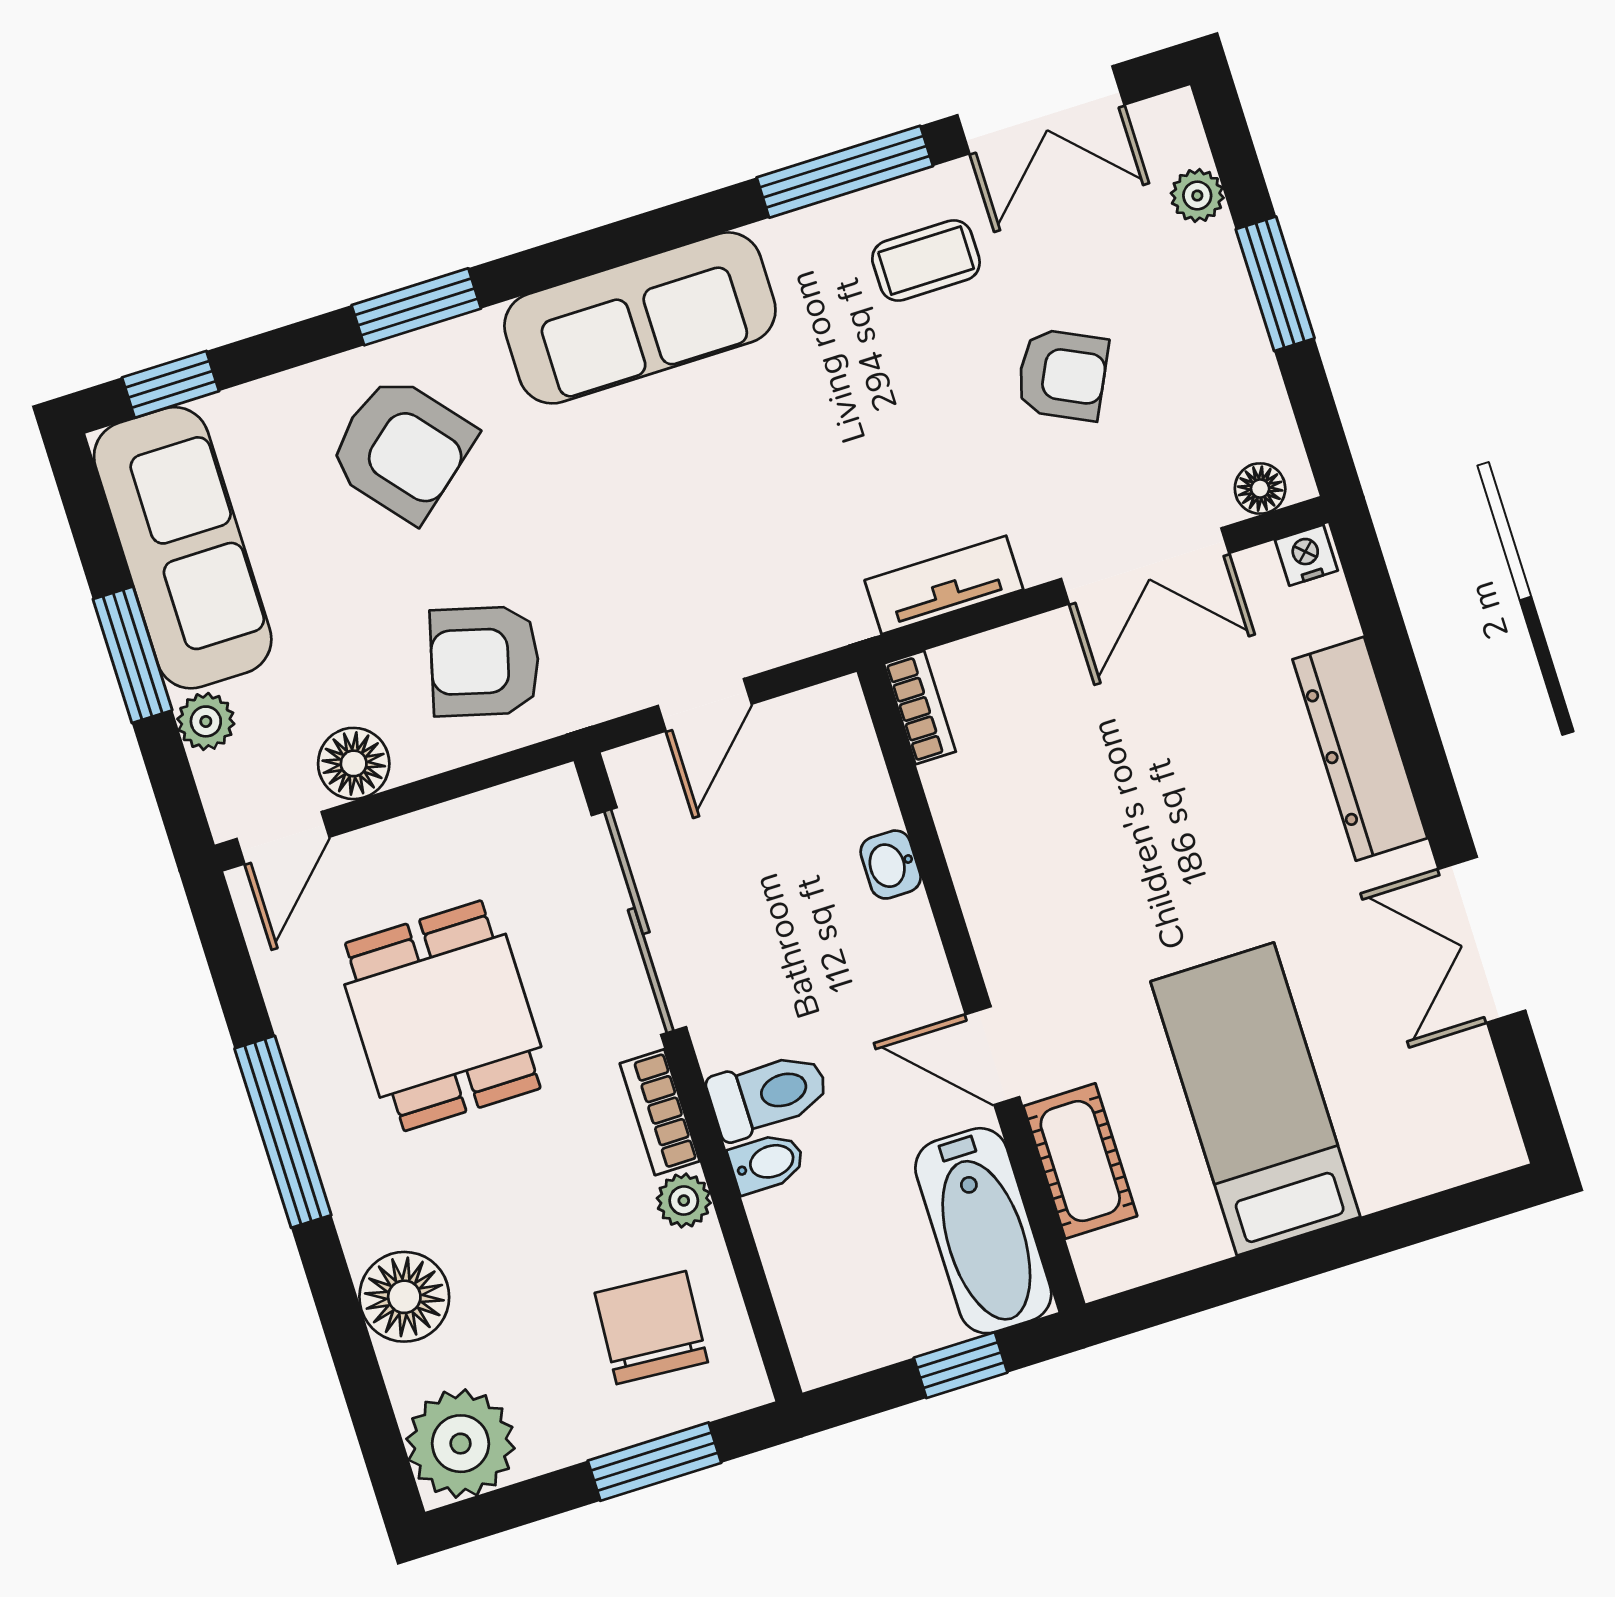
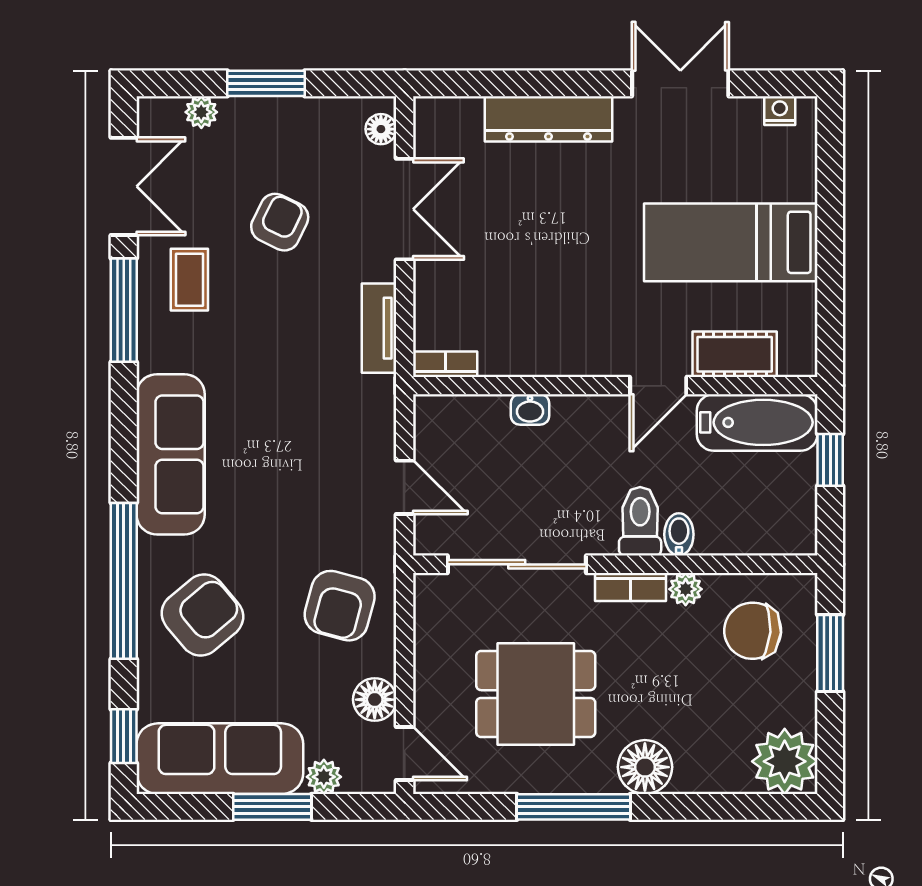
window: (416, 307) -> (124, 581), width x2.11
nightstand: (1306, 555) -> (780, 111), moved, turned 90
double door: (1482, 940) -> (680, 83), swing flipped
floor lamp: (404, 1297) -> (645, 767), moved

